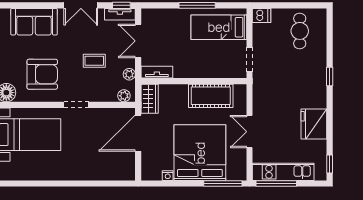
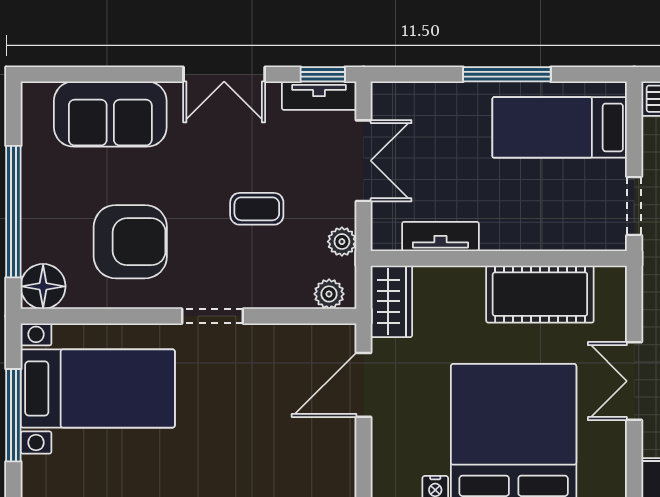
double door: (138, 41) -> (363, 161), swing flipped
tv unit: (157, 72) -> (440, 236), moved
door: (138, 133) -> (363, 385), width x0.73

